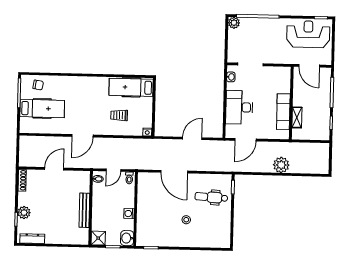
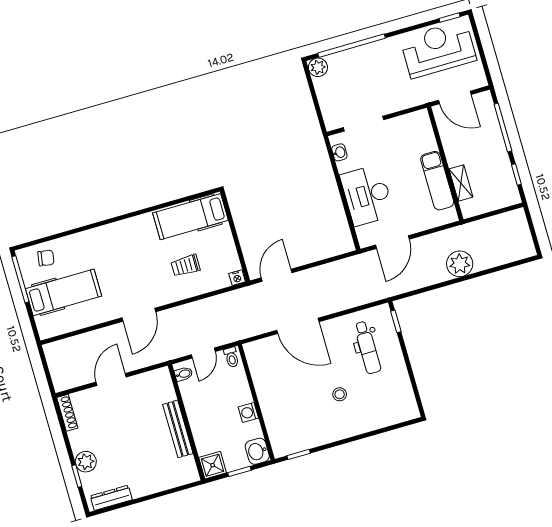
door: (192, 138) -> (277, 275), moved
dental chair: (211, 197) -> (367, 347), turned -93

